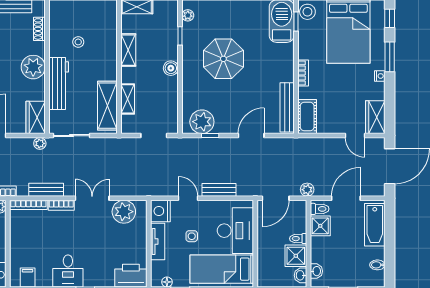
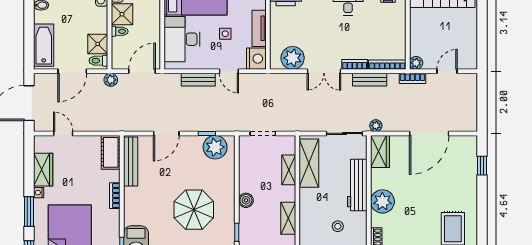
wardrobe: (375, 117) -> (43, 170), moved

